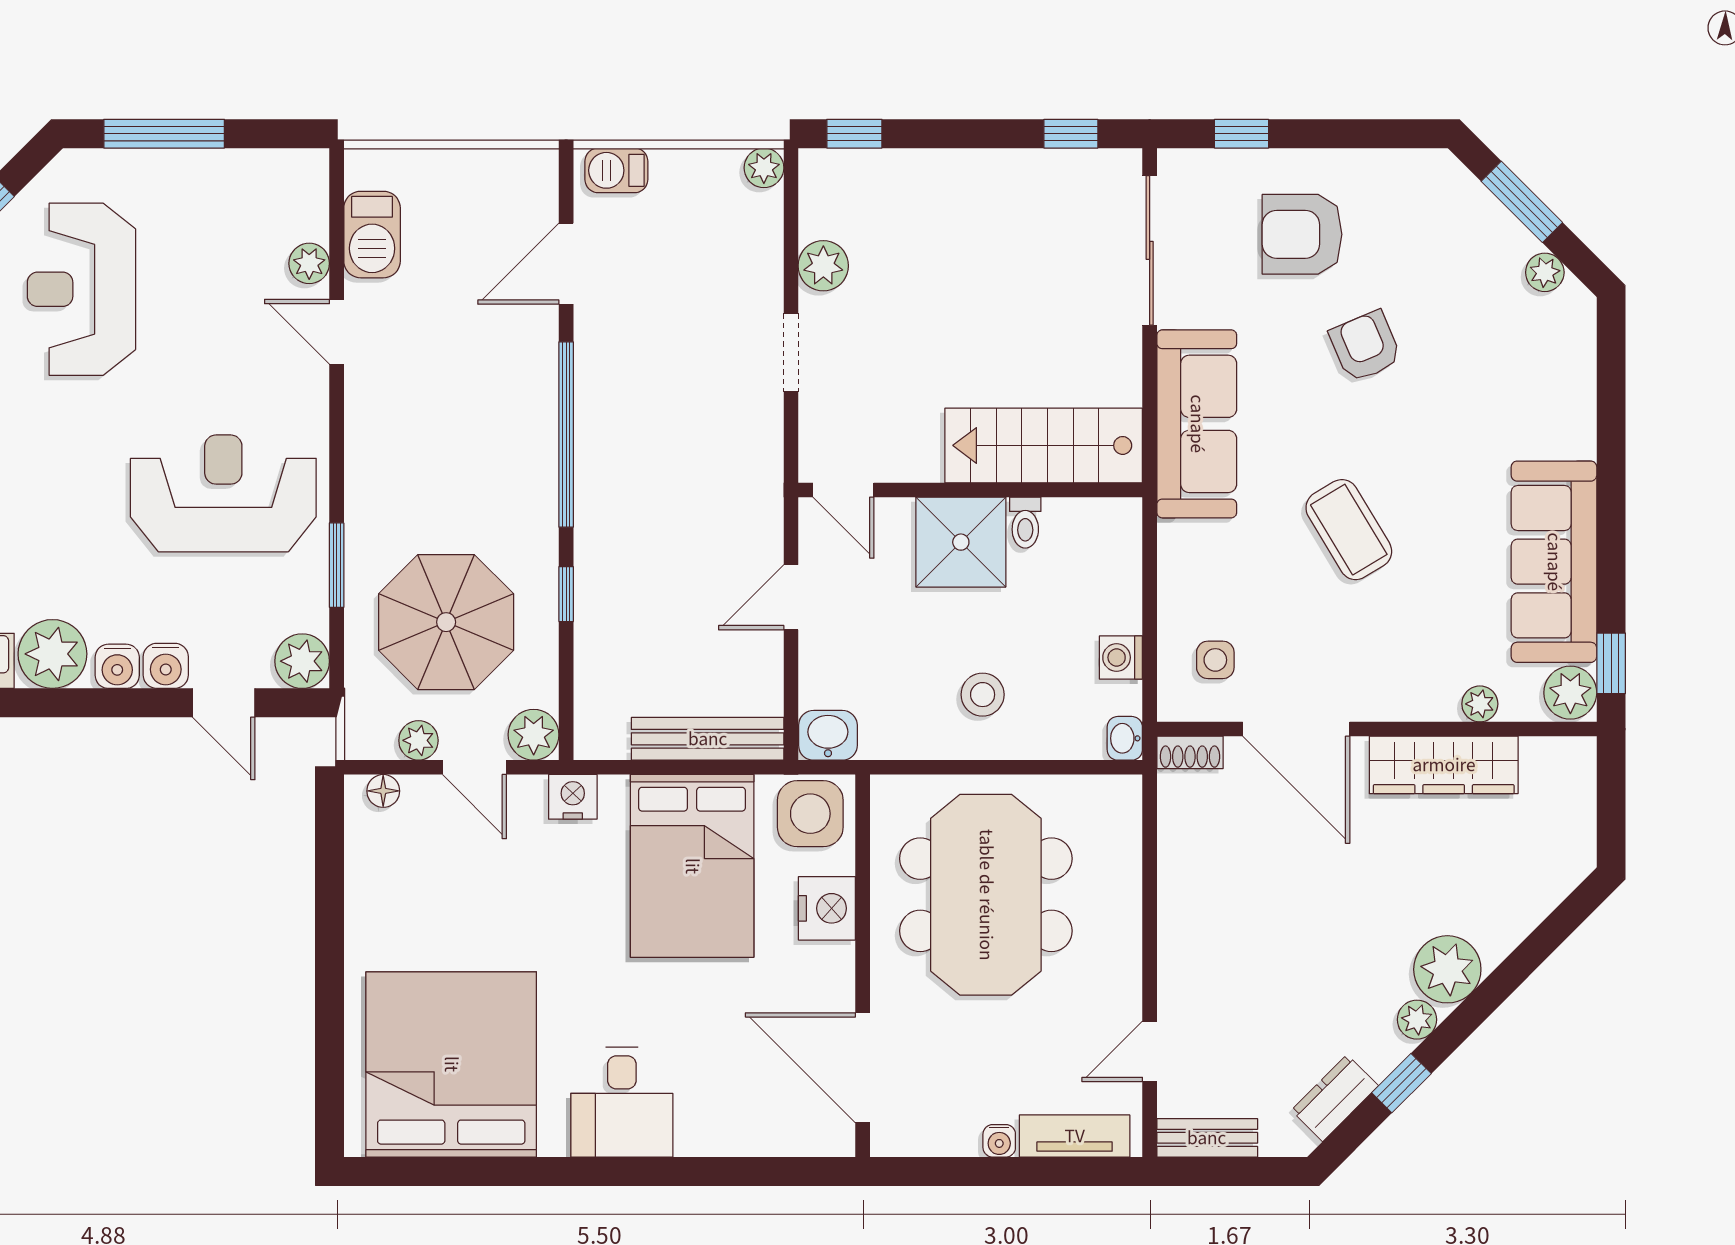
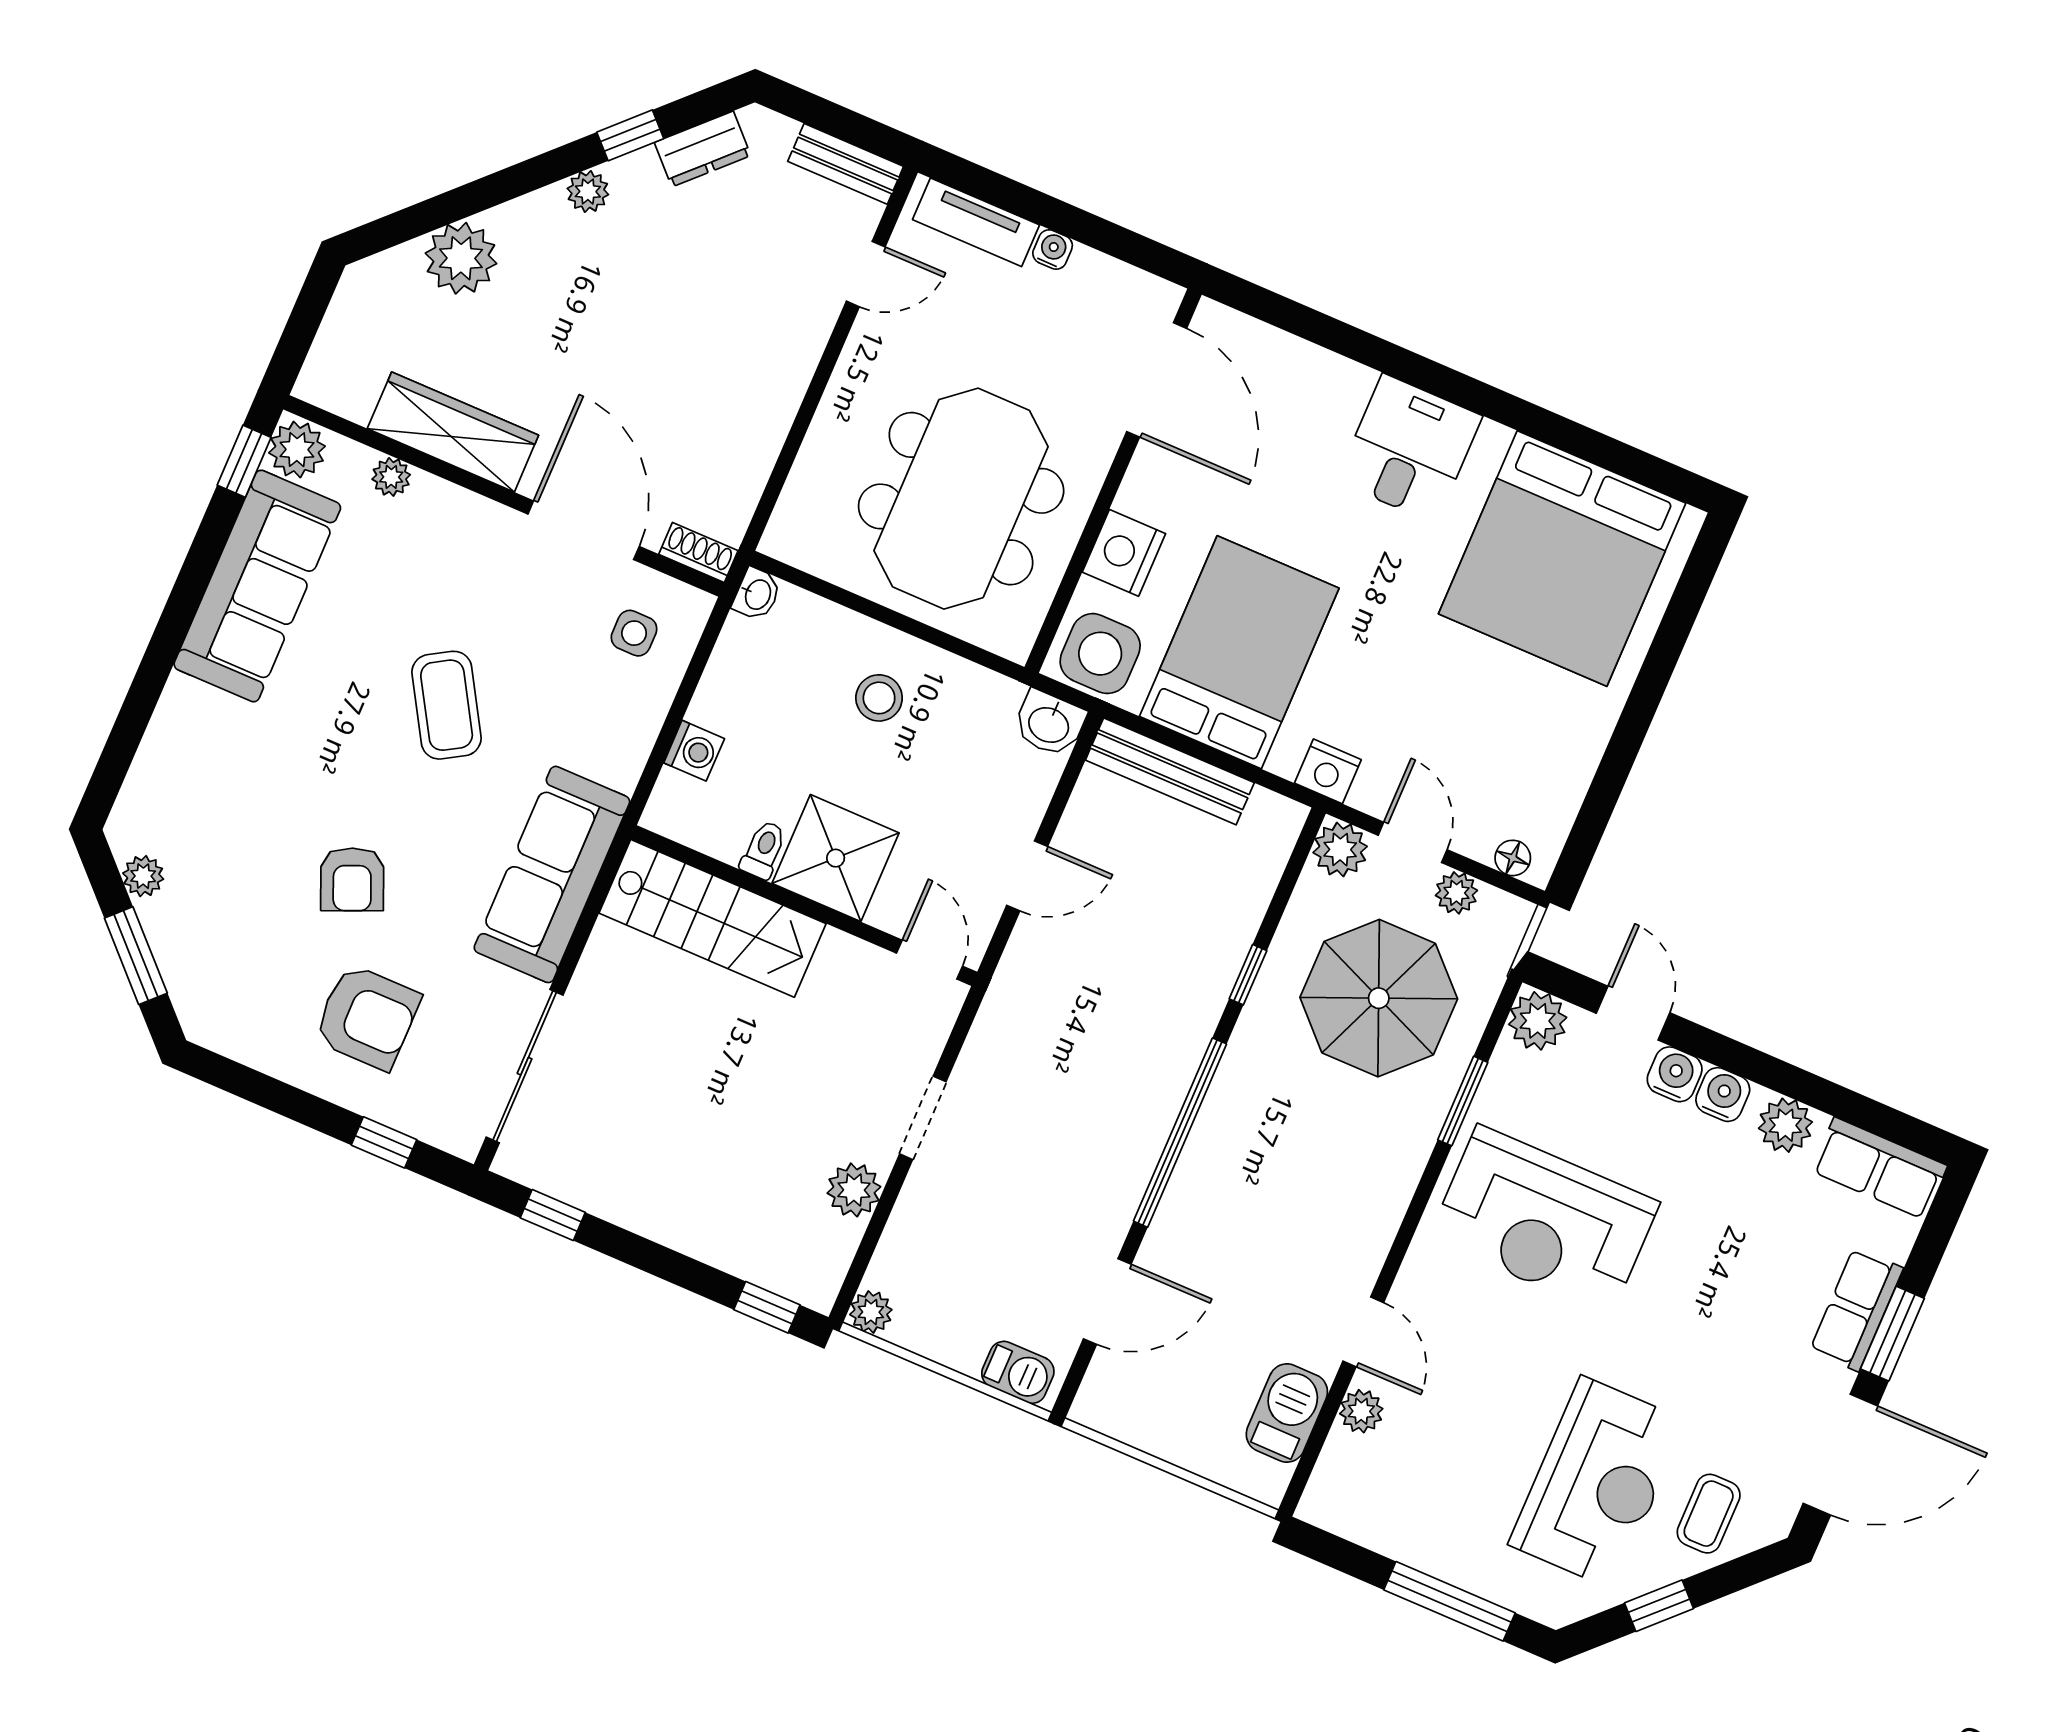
plant: (52, 654) -> (1785, 1125), width x0.73, depth x0.73
washing machine: (1121, 657) -> (694, 751), moved
plant: (1447, 969) -> (461, 258), moved

